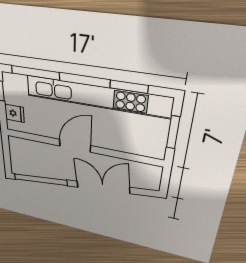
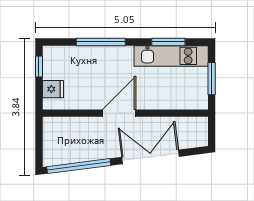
window: (35, 73) -> (101, 42), moved
kitchen unit: (96, 96) -> (171, 56), width x0.54

